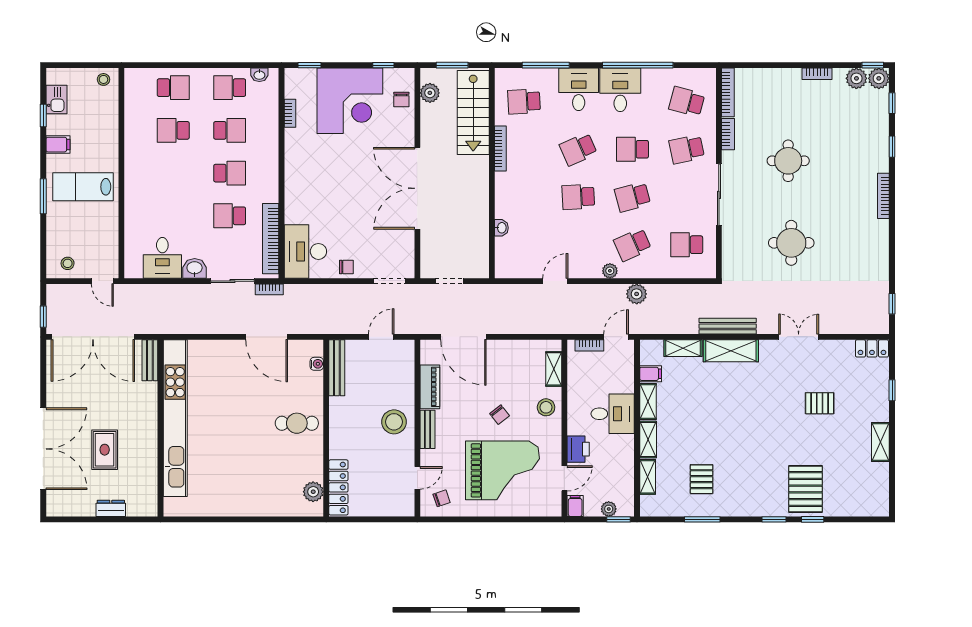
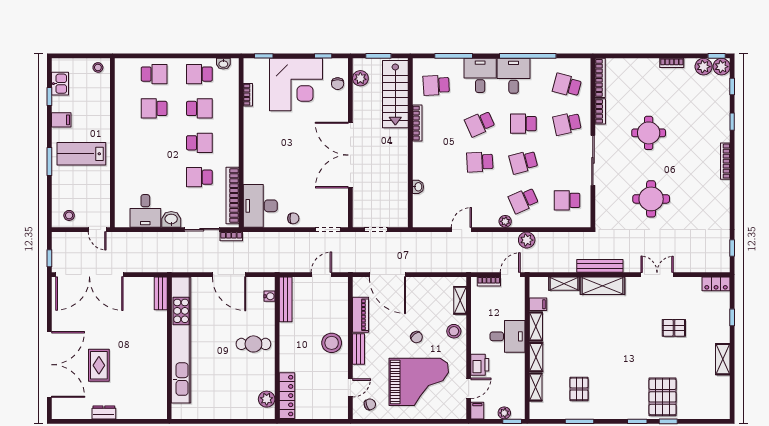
bench: (150, 360) -> (161, 293), moved
kitchen unit: (175, 418) -> (181, 340), moved
wall: (160, 428) -> (169, 348), moved

